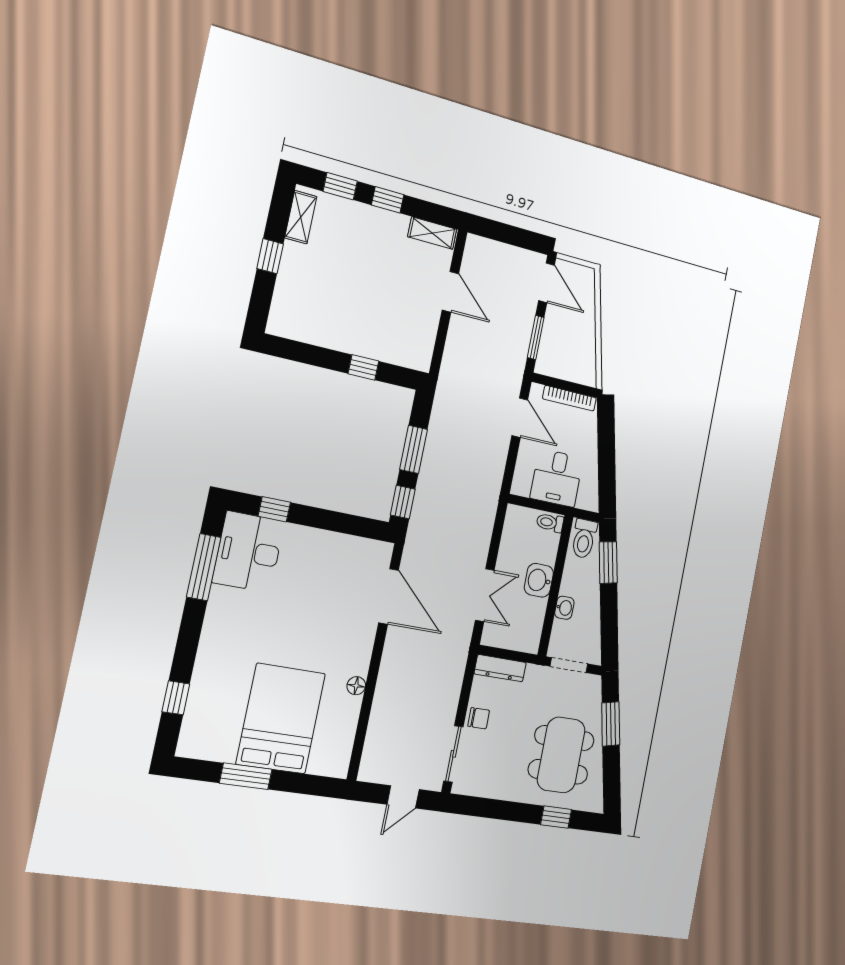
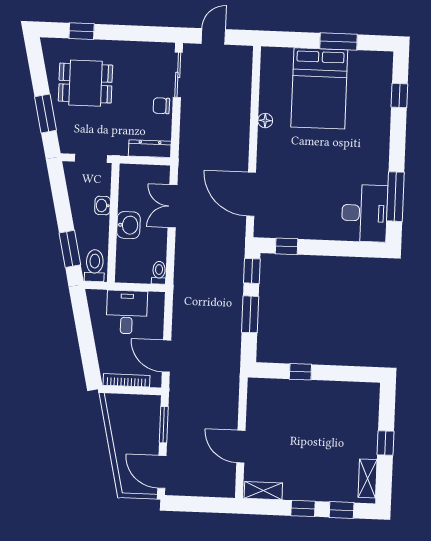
window: (274, 509) -> (287, 246), moved
toilet: (550, 523) -> (159, 273), moved, turned -90
dining table: (561, 755) -> (85, 83), width x0.73

